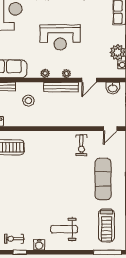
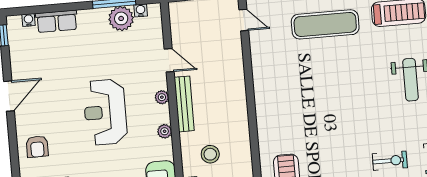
reception desk: (60, 37) -> (105, 112), turned 180
washbasin: (113, 88) -> (179, 21), removed
exercise bike: (81, 145) -> (390, 161), moved

